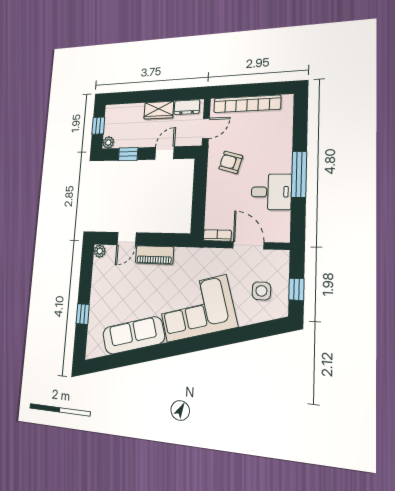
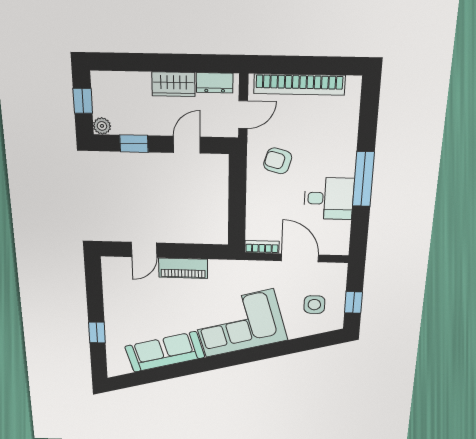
plant: (100, 251) -> (109, 264), removed

